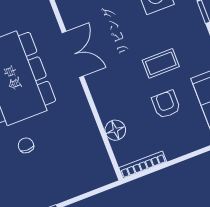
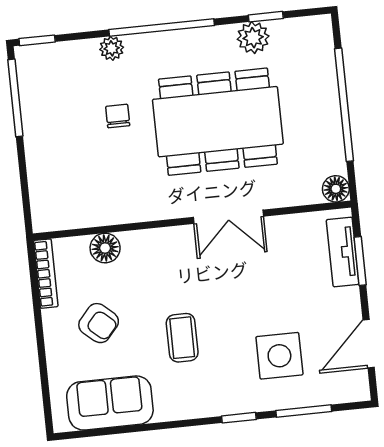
armchair: (166, 104) -> (99, 323), moved, turned 41
chair: (26, 145) -> (118, 116), turned -90

